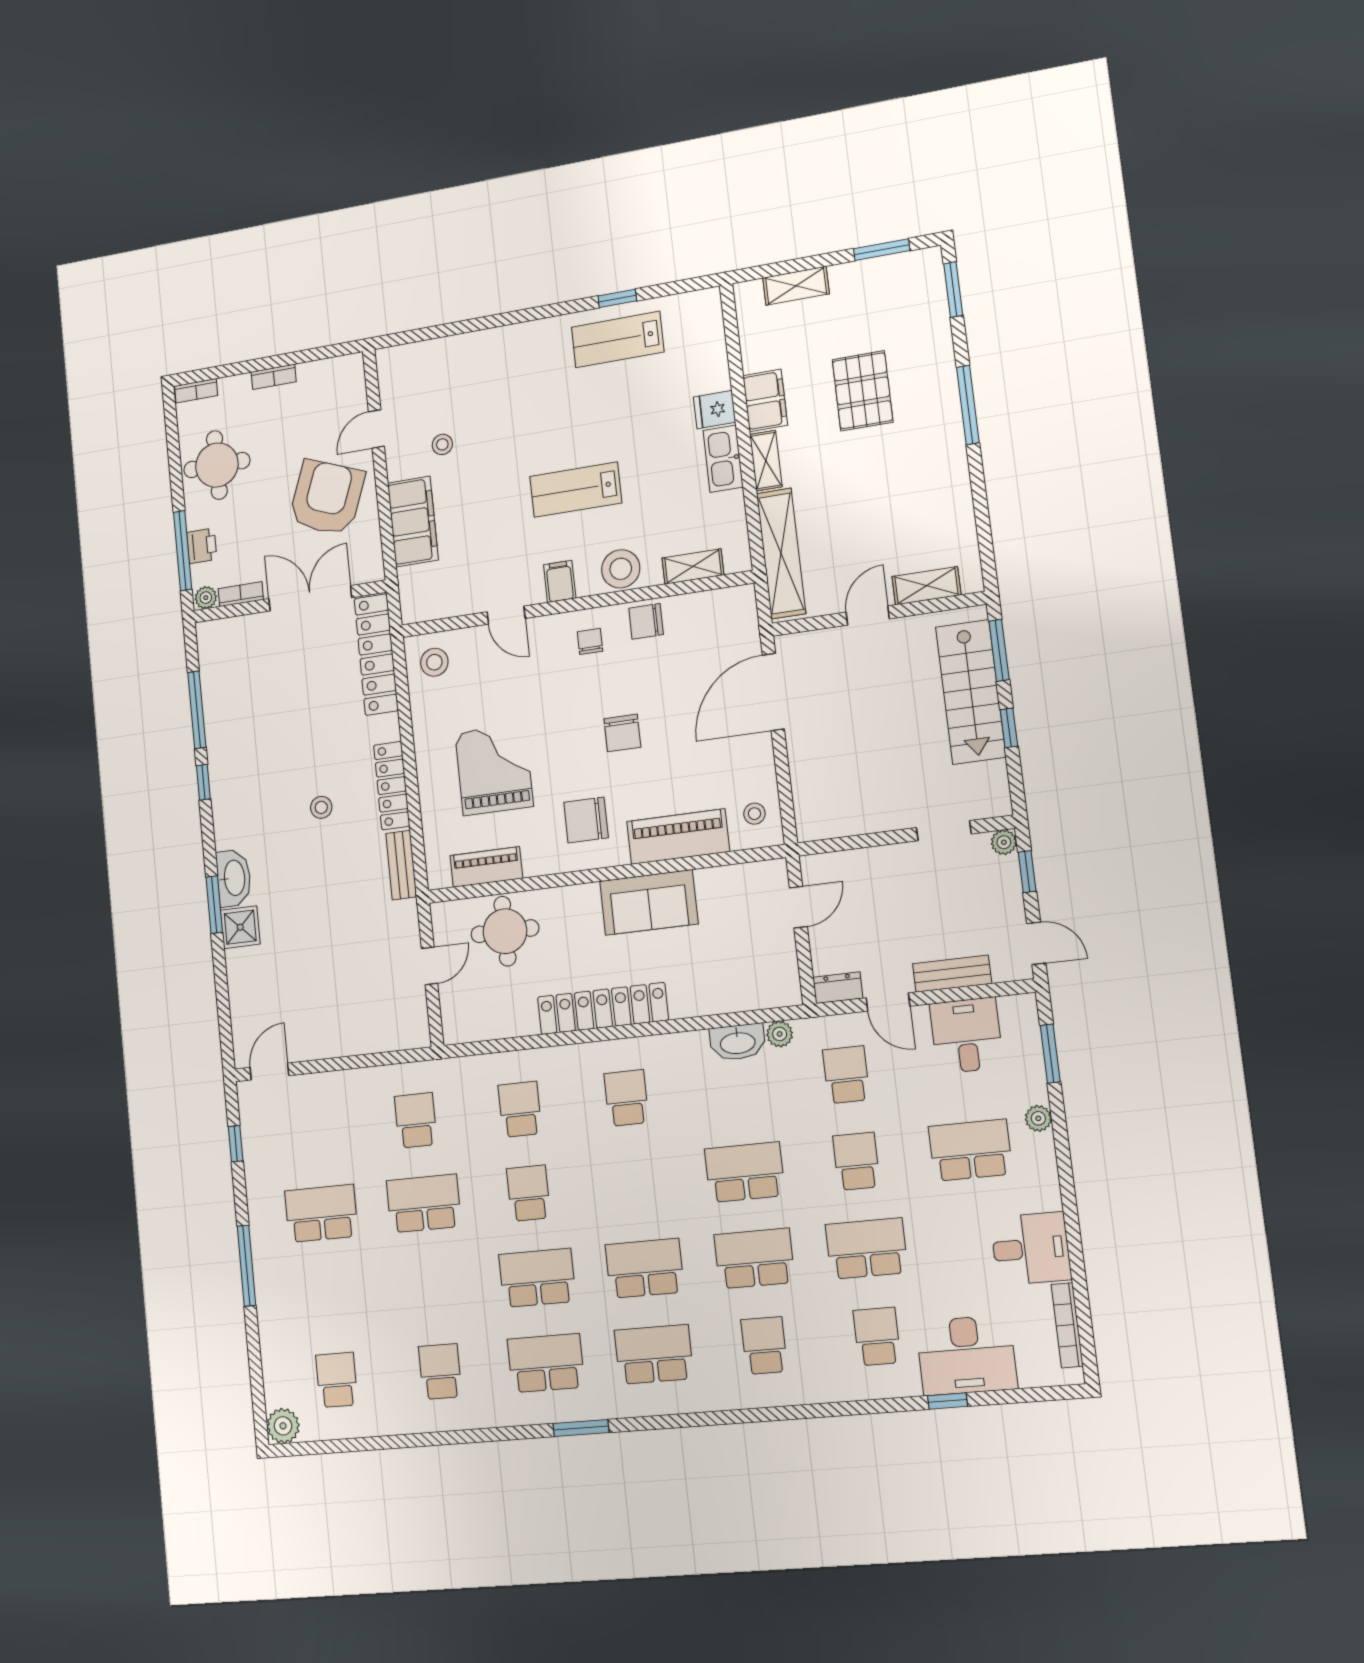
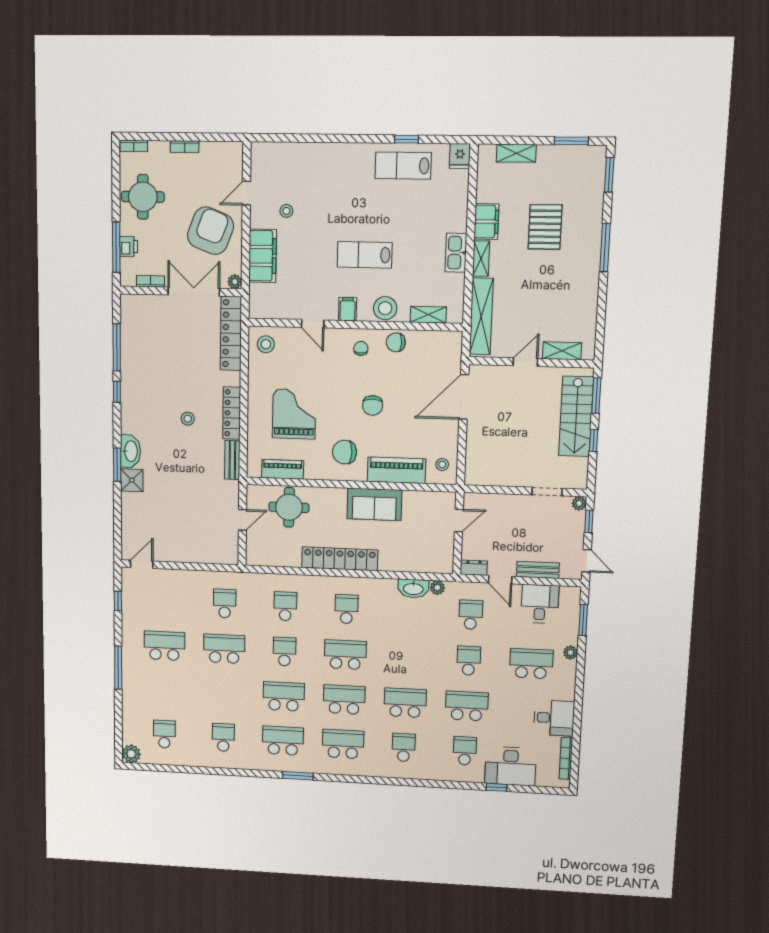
fridge: (715, 410) -> (460, 156), moved, turned -90
plant: (206, 598) -> (235, 282), moved
school desk: (745, 1172) -> (345, 655), moved

